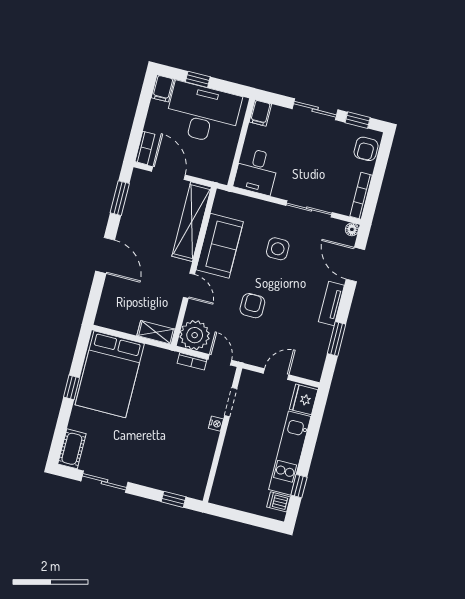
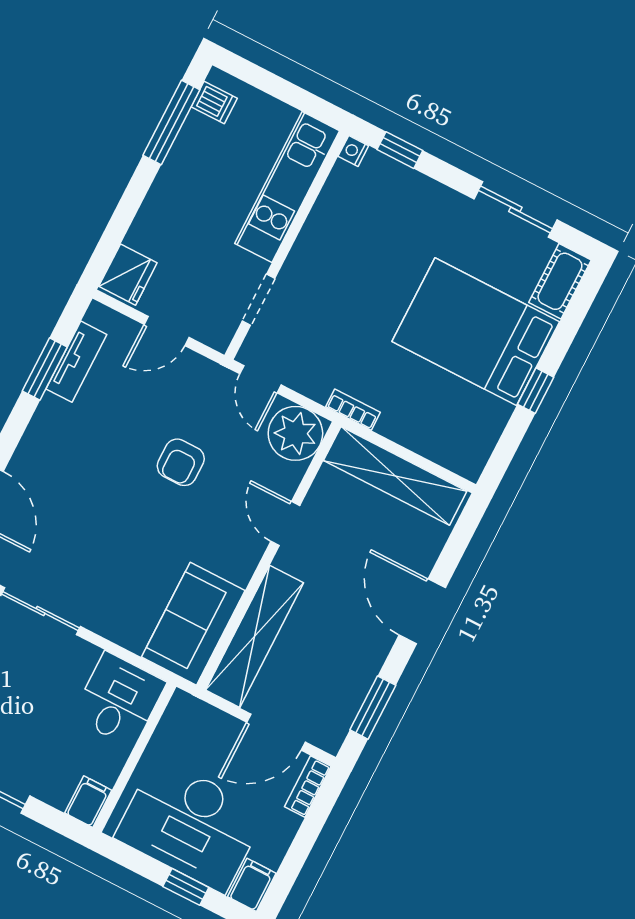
door: (168, 173) -> (276, 732), hinge flipped
sofa: (220, 246) -> (193, 624), moved
side table: (278, 249) -> (113, 553), removed
tv unit: (331, 304) -> (76, 362), moved
shelving: (156, 332) -> (395, 476), width x2.20, depth x1.33
bookcase: (192, 361) -> (353, 410), moved
bed: (110, 374) -> (476, 332), moved, turned -90
nightstand: (216, 424) -> (353, 151), moved
kitchen unit: (290, 453) -> (287, 187), moved, turned 180
window: (299, 486) -> (171, 122), width x2.17

